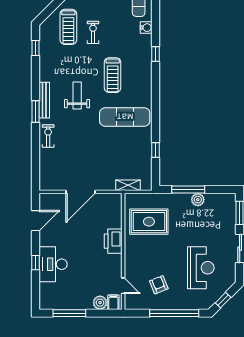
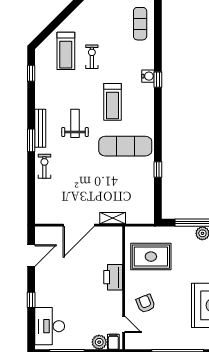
water cooler: (146, 28) -> (148, 76), moved
window: (156, 150) -> (158, 170), moved
shelving: (128, 185) -> (113, 218), moved
desk: (53, 264) -> (50, 326), moved
armchair: (159, 285) -> (146, 304), moved

